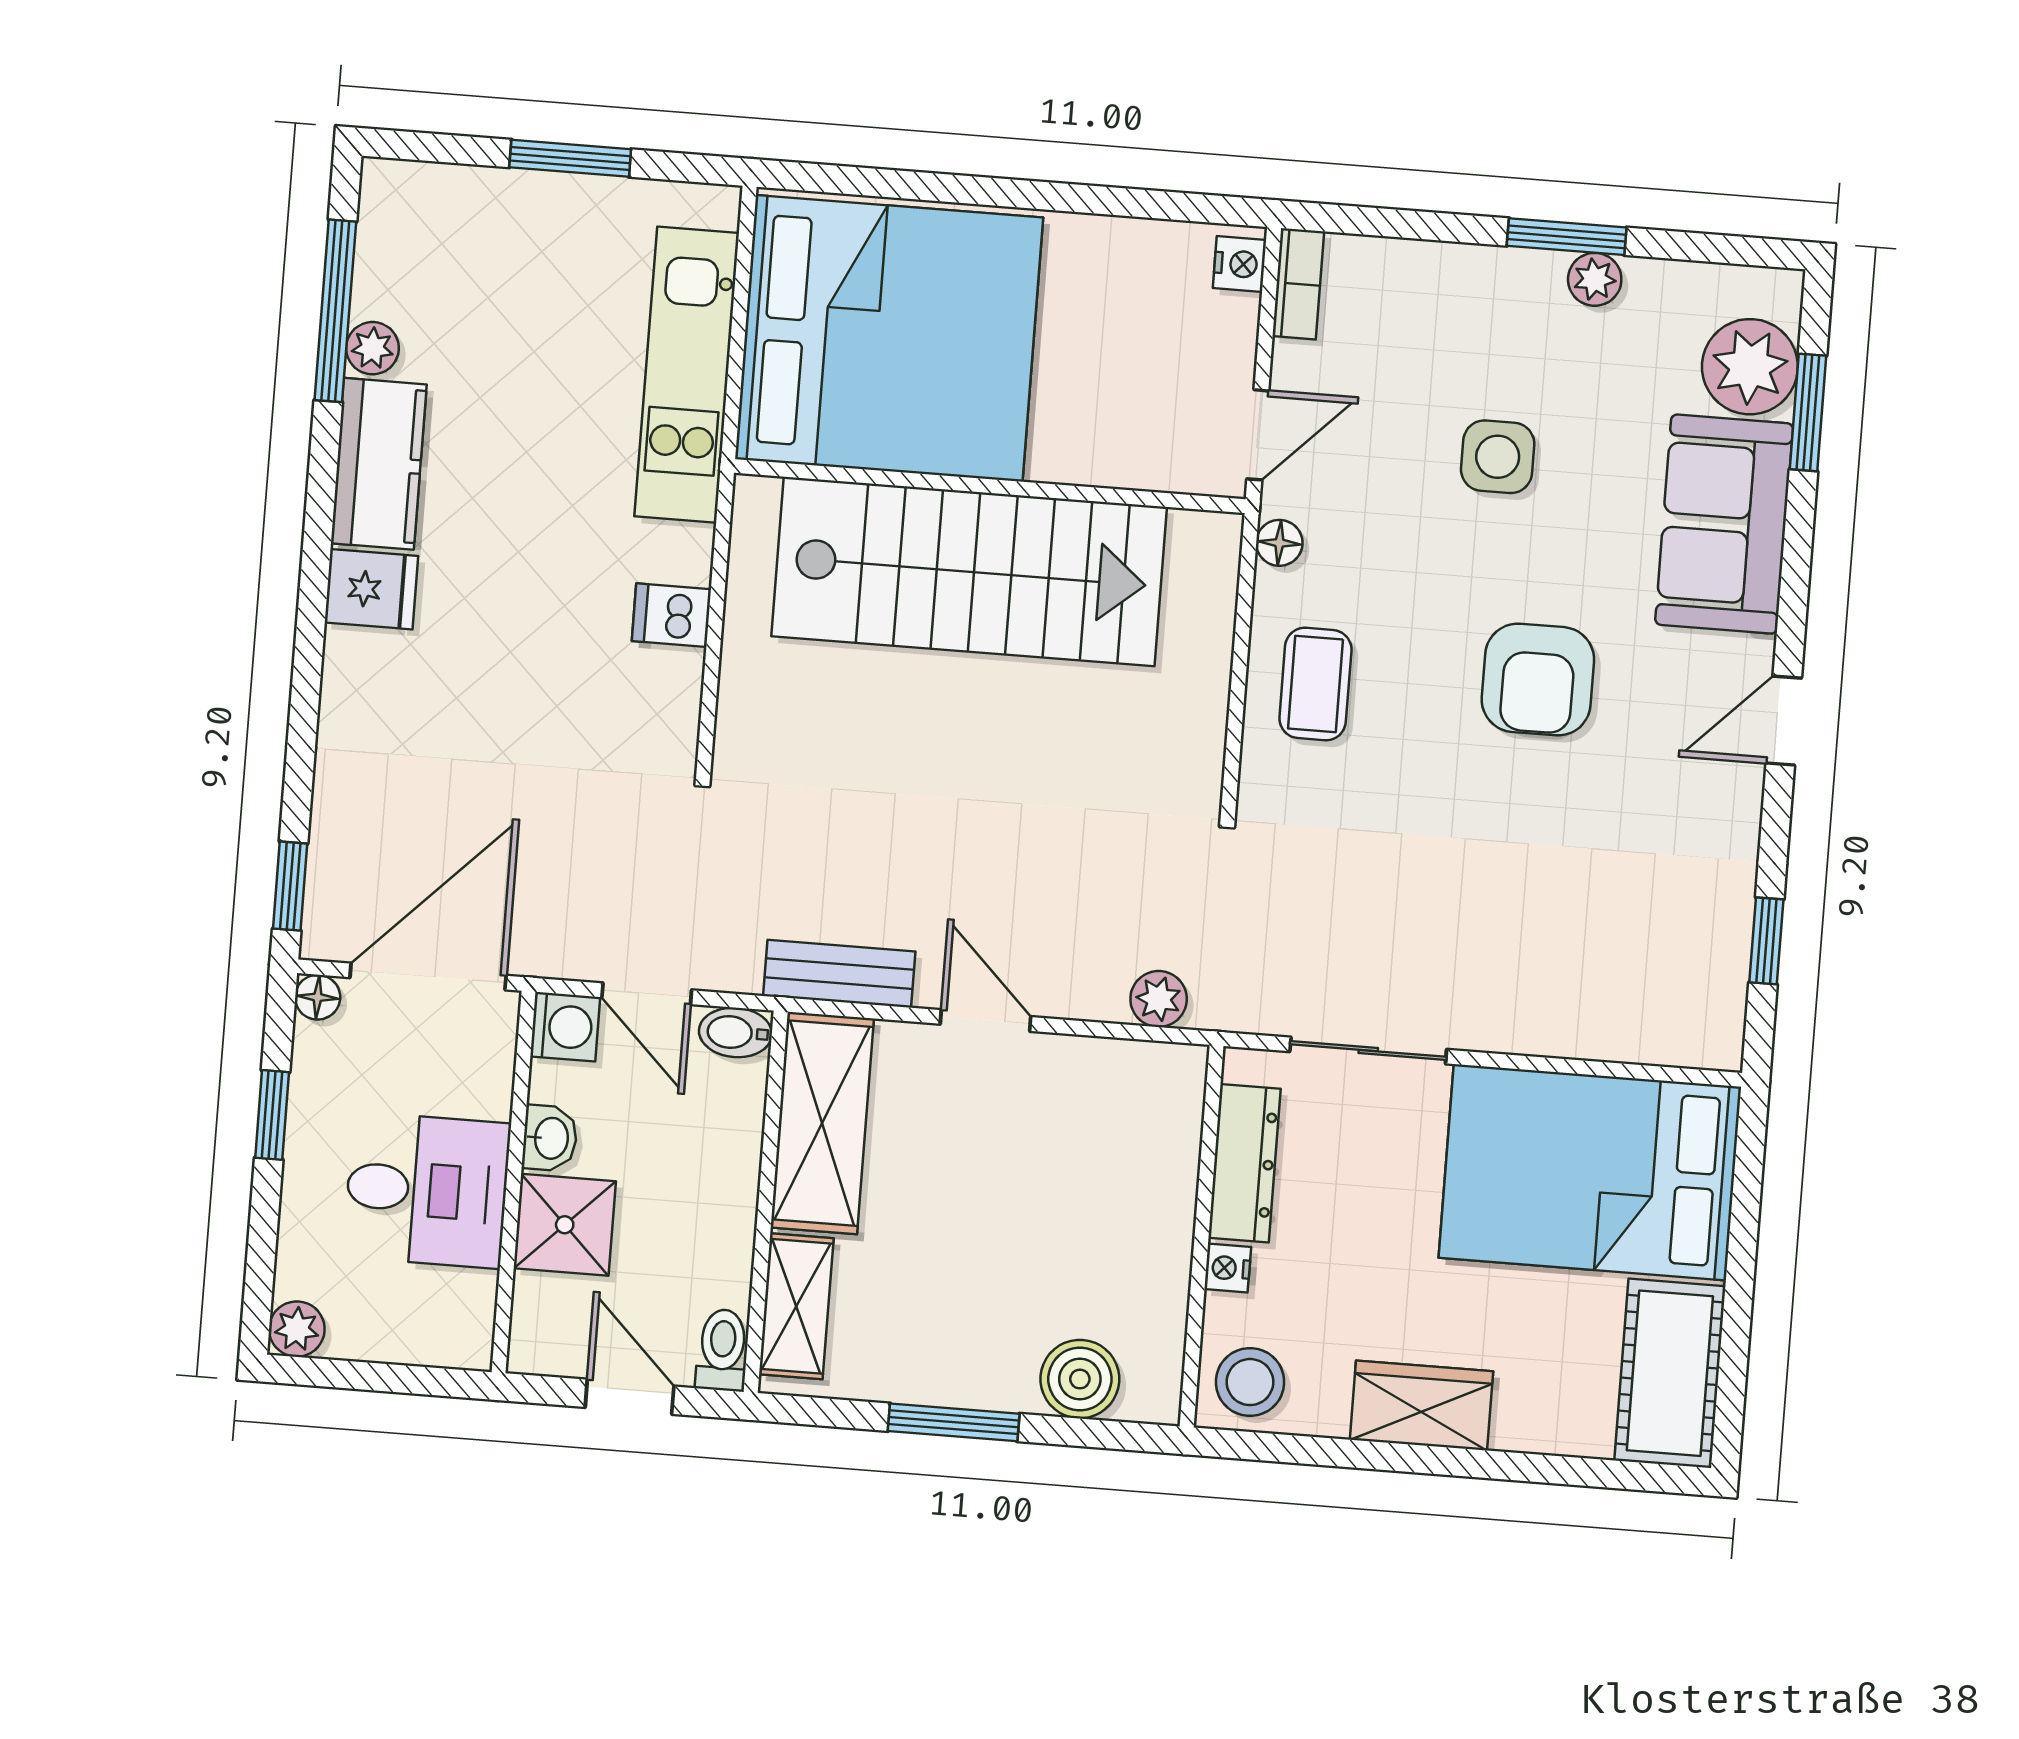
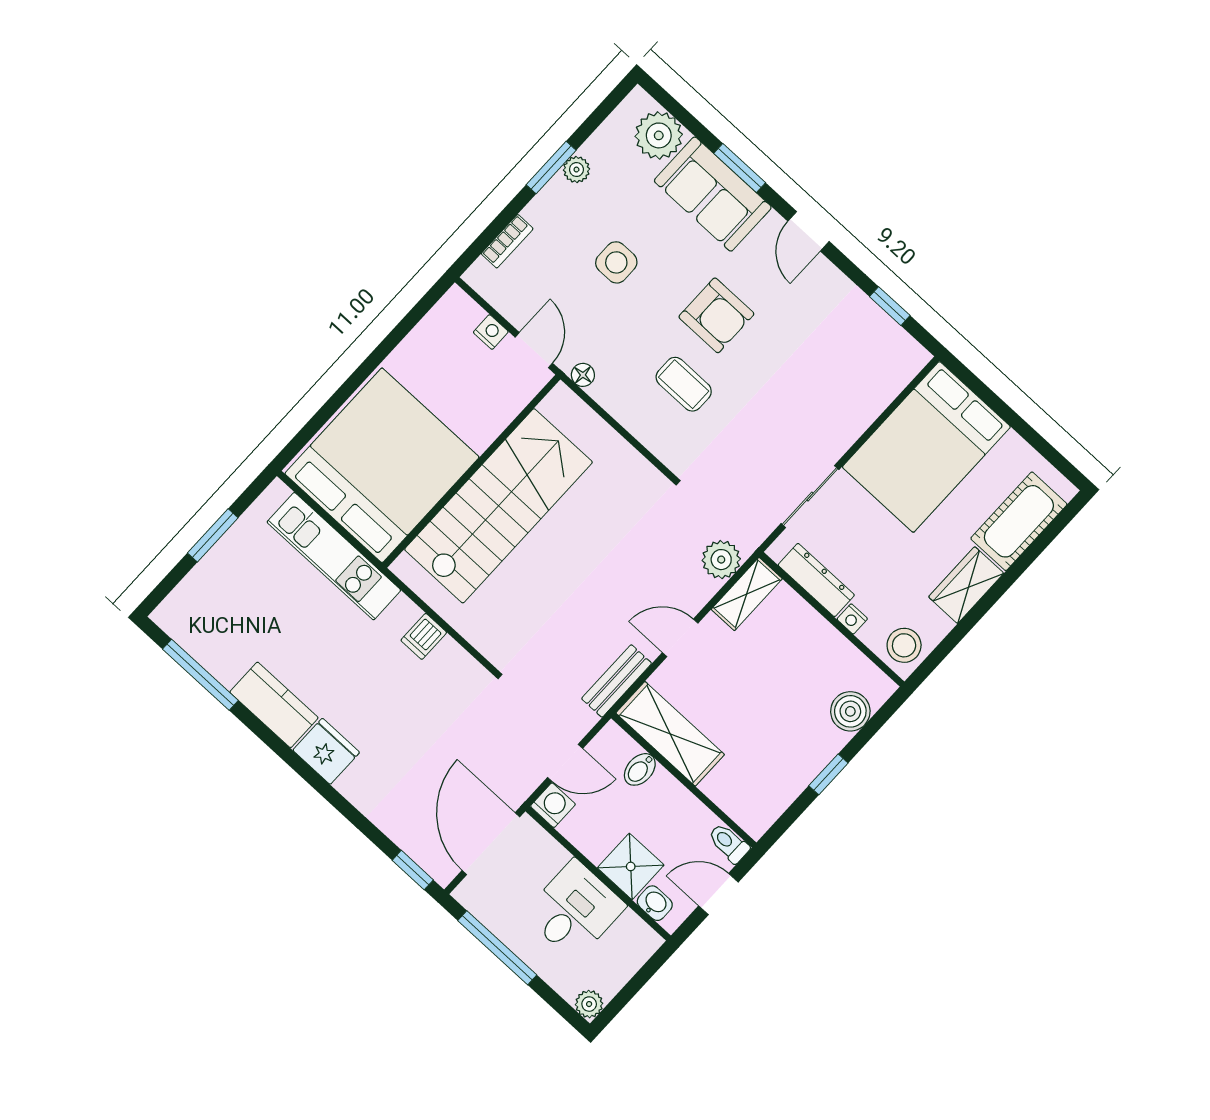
nightstand: (1240, 264) -> (491, 332), moved
bookcase: (1298, 284) -> (507, 241), moved, turned 90
plant: (372, 348) -> (226, 672), removed
window: (1808, 412) -> (740, 168), moved
fridge: (371, 589) -> (326, 751), width x1.38
coffee table: (1315, 684) -> (684, 384), moved
floor lamp: (318, 997) -> (465, 893), removed
plant: (1159, 999) -> (721, 560), width x1.38, depth x1.38
bidet: (735, 1032) -> (640, 769), moved
window: (272, 1115) -> (497, 948), width x2.17
washbasin: (550, 1138) -> (655, 903), moved
shelving: (796, 1306) -> (747, 594), moved, turned 90
cot: (1670, 1373) -> (1019, 521), moved, turned 90
window: (954, 1422) -> (828, 774), width x0.67

